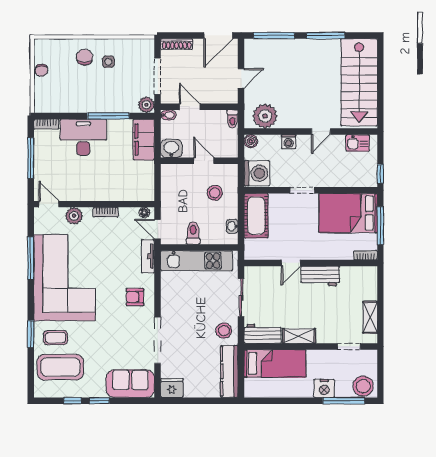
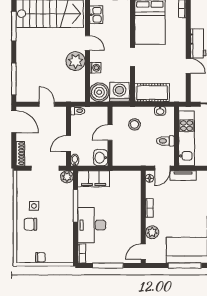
window: (326, 35) -> (14, 26), moved
plant: (265, 116) -> (76, 61), moved
boiler: (251, 141) -> (99, 92), width x1.86, depth x1.86

